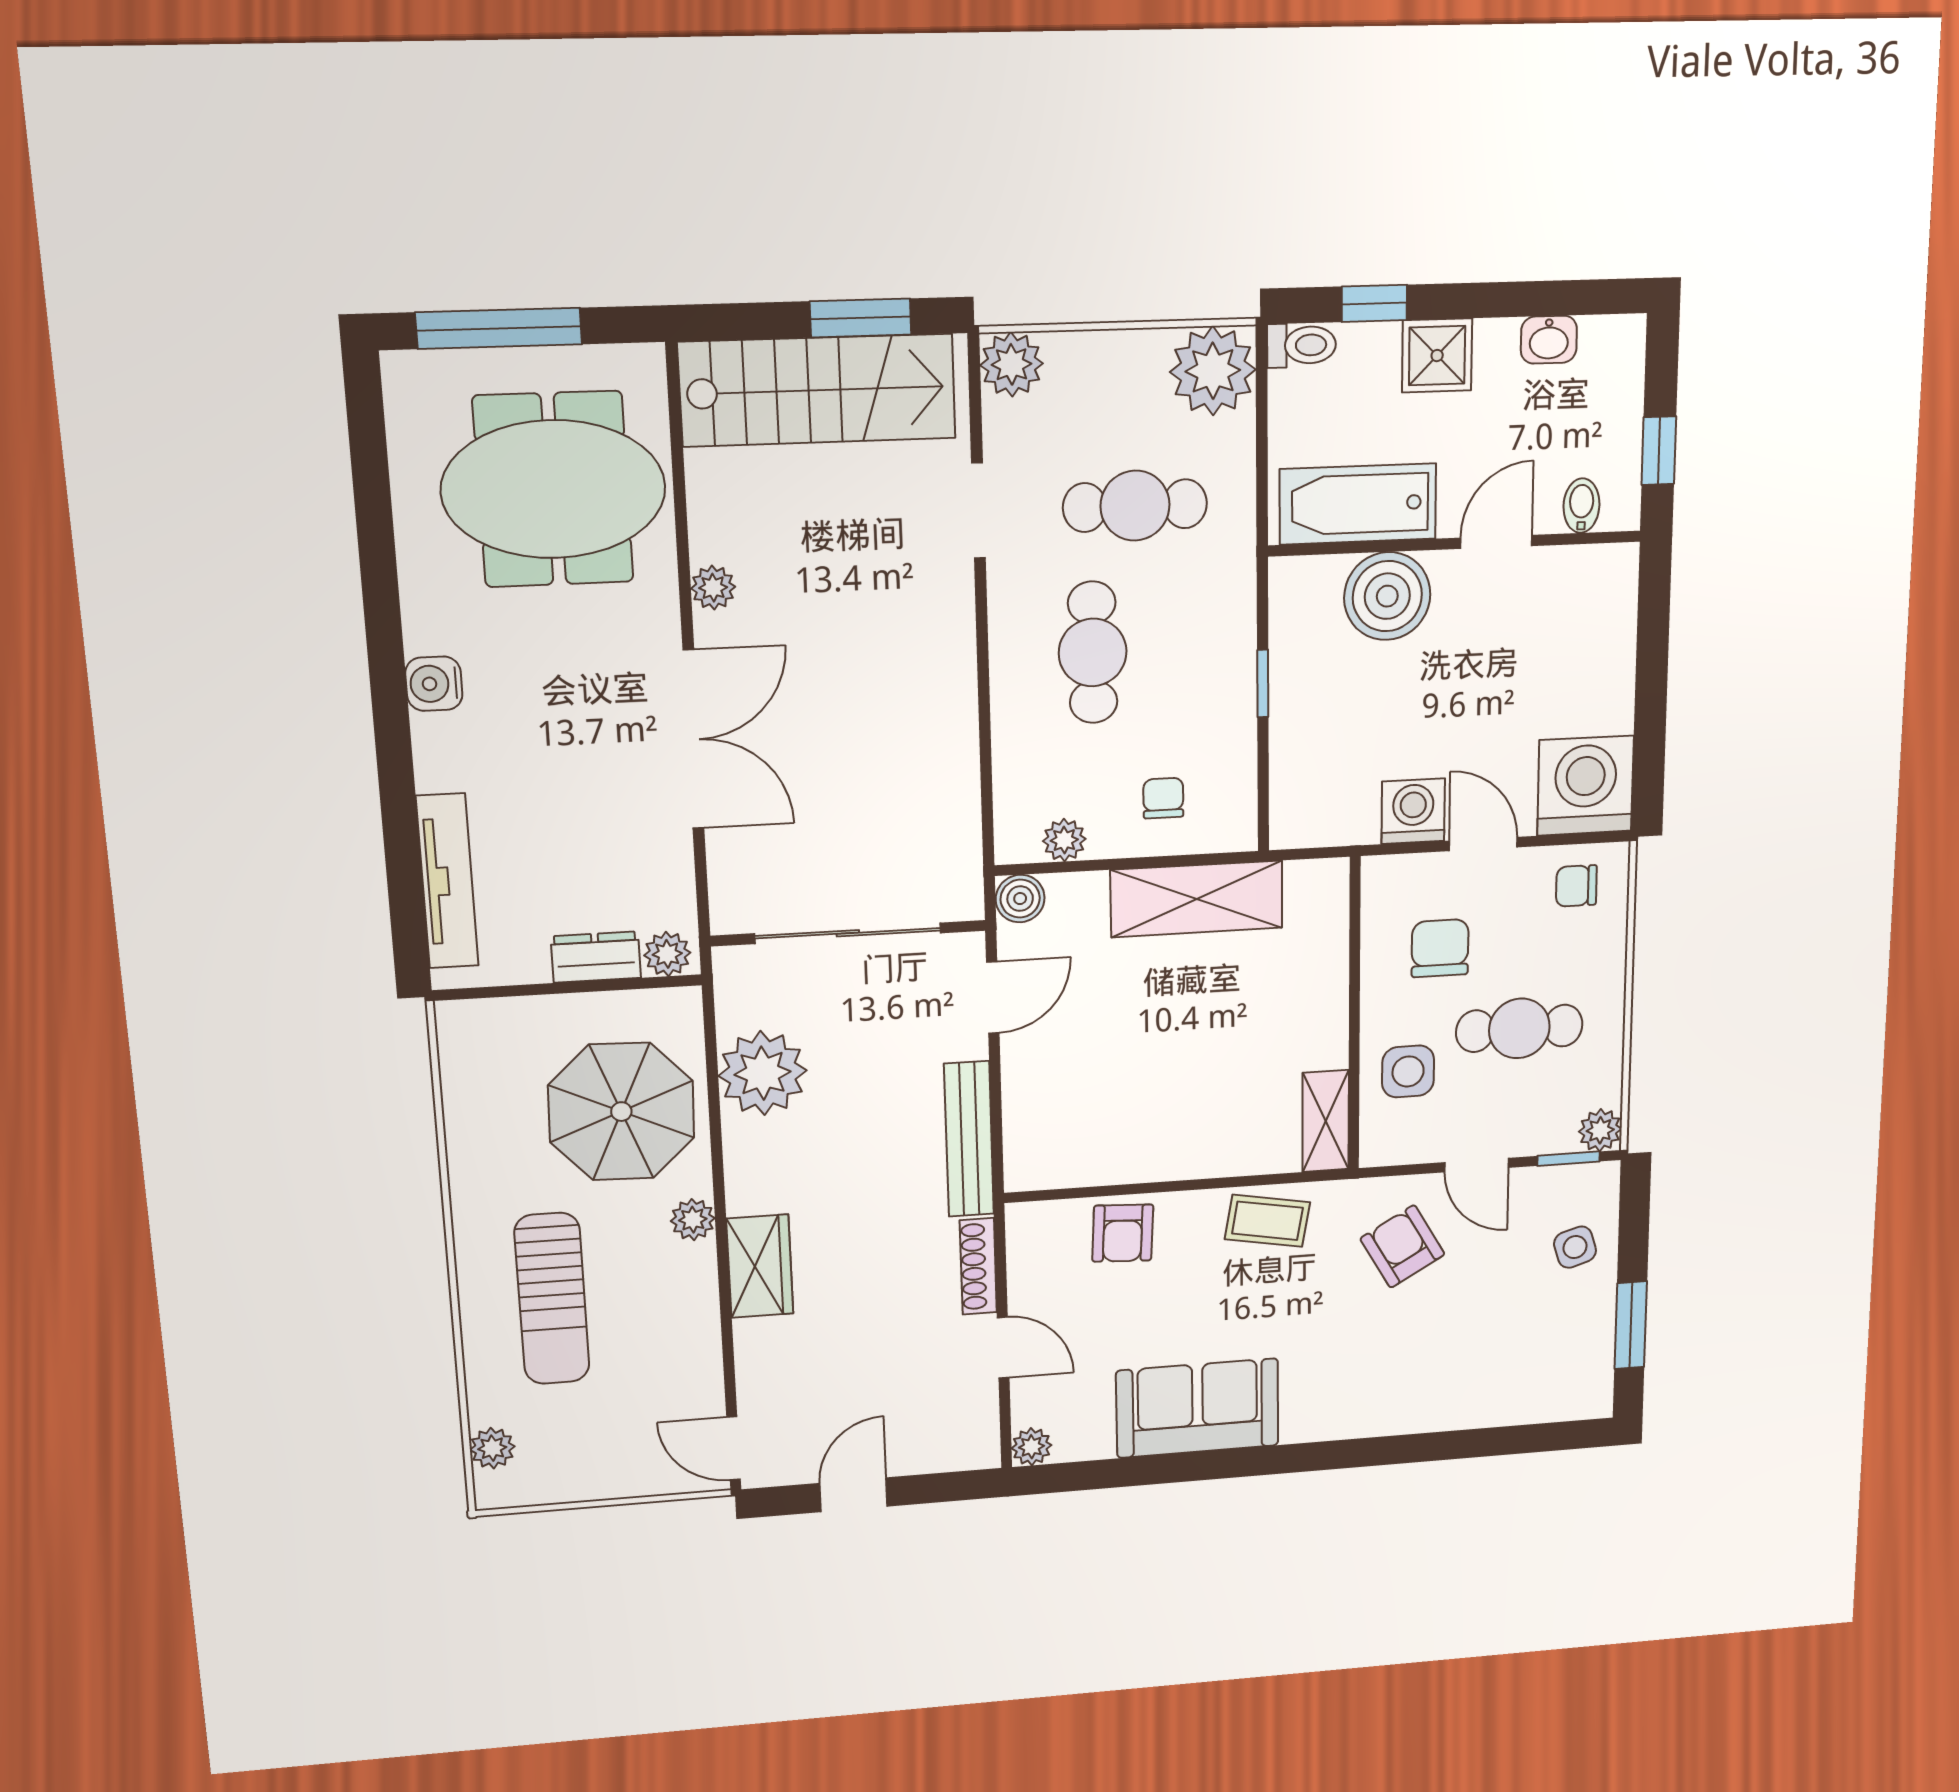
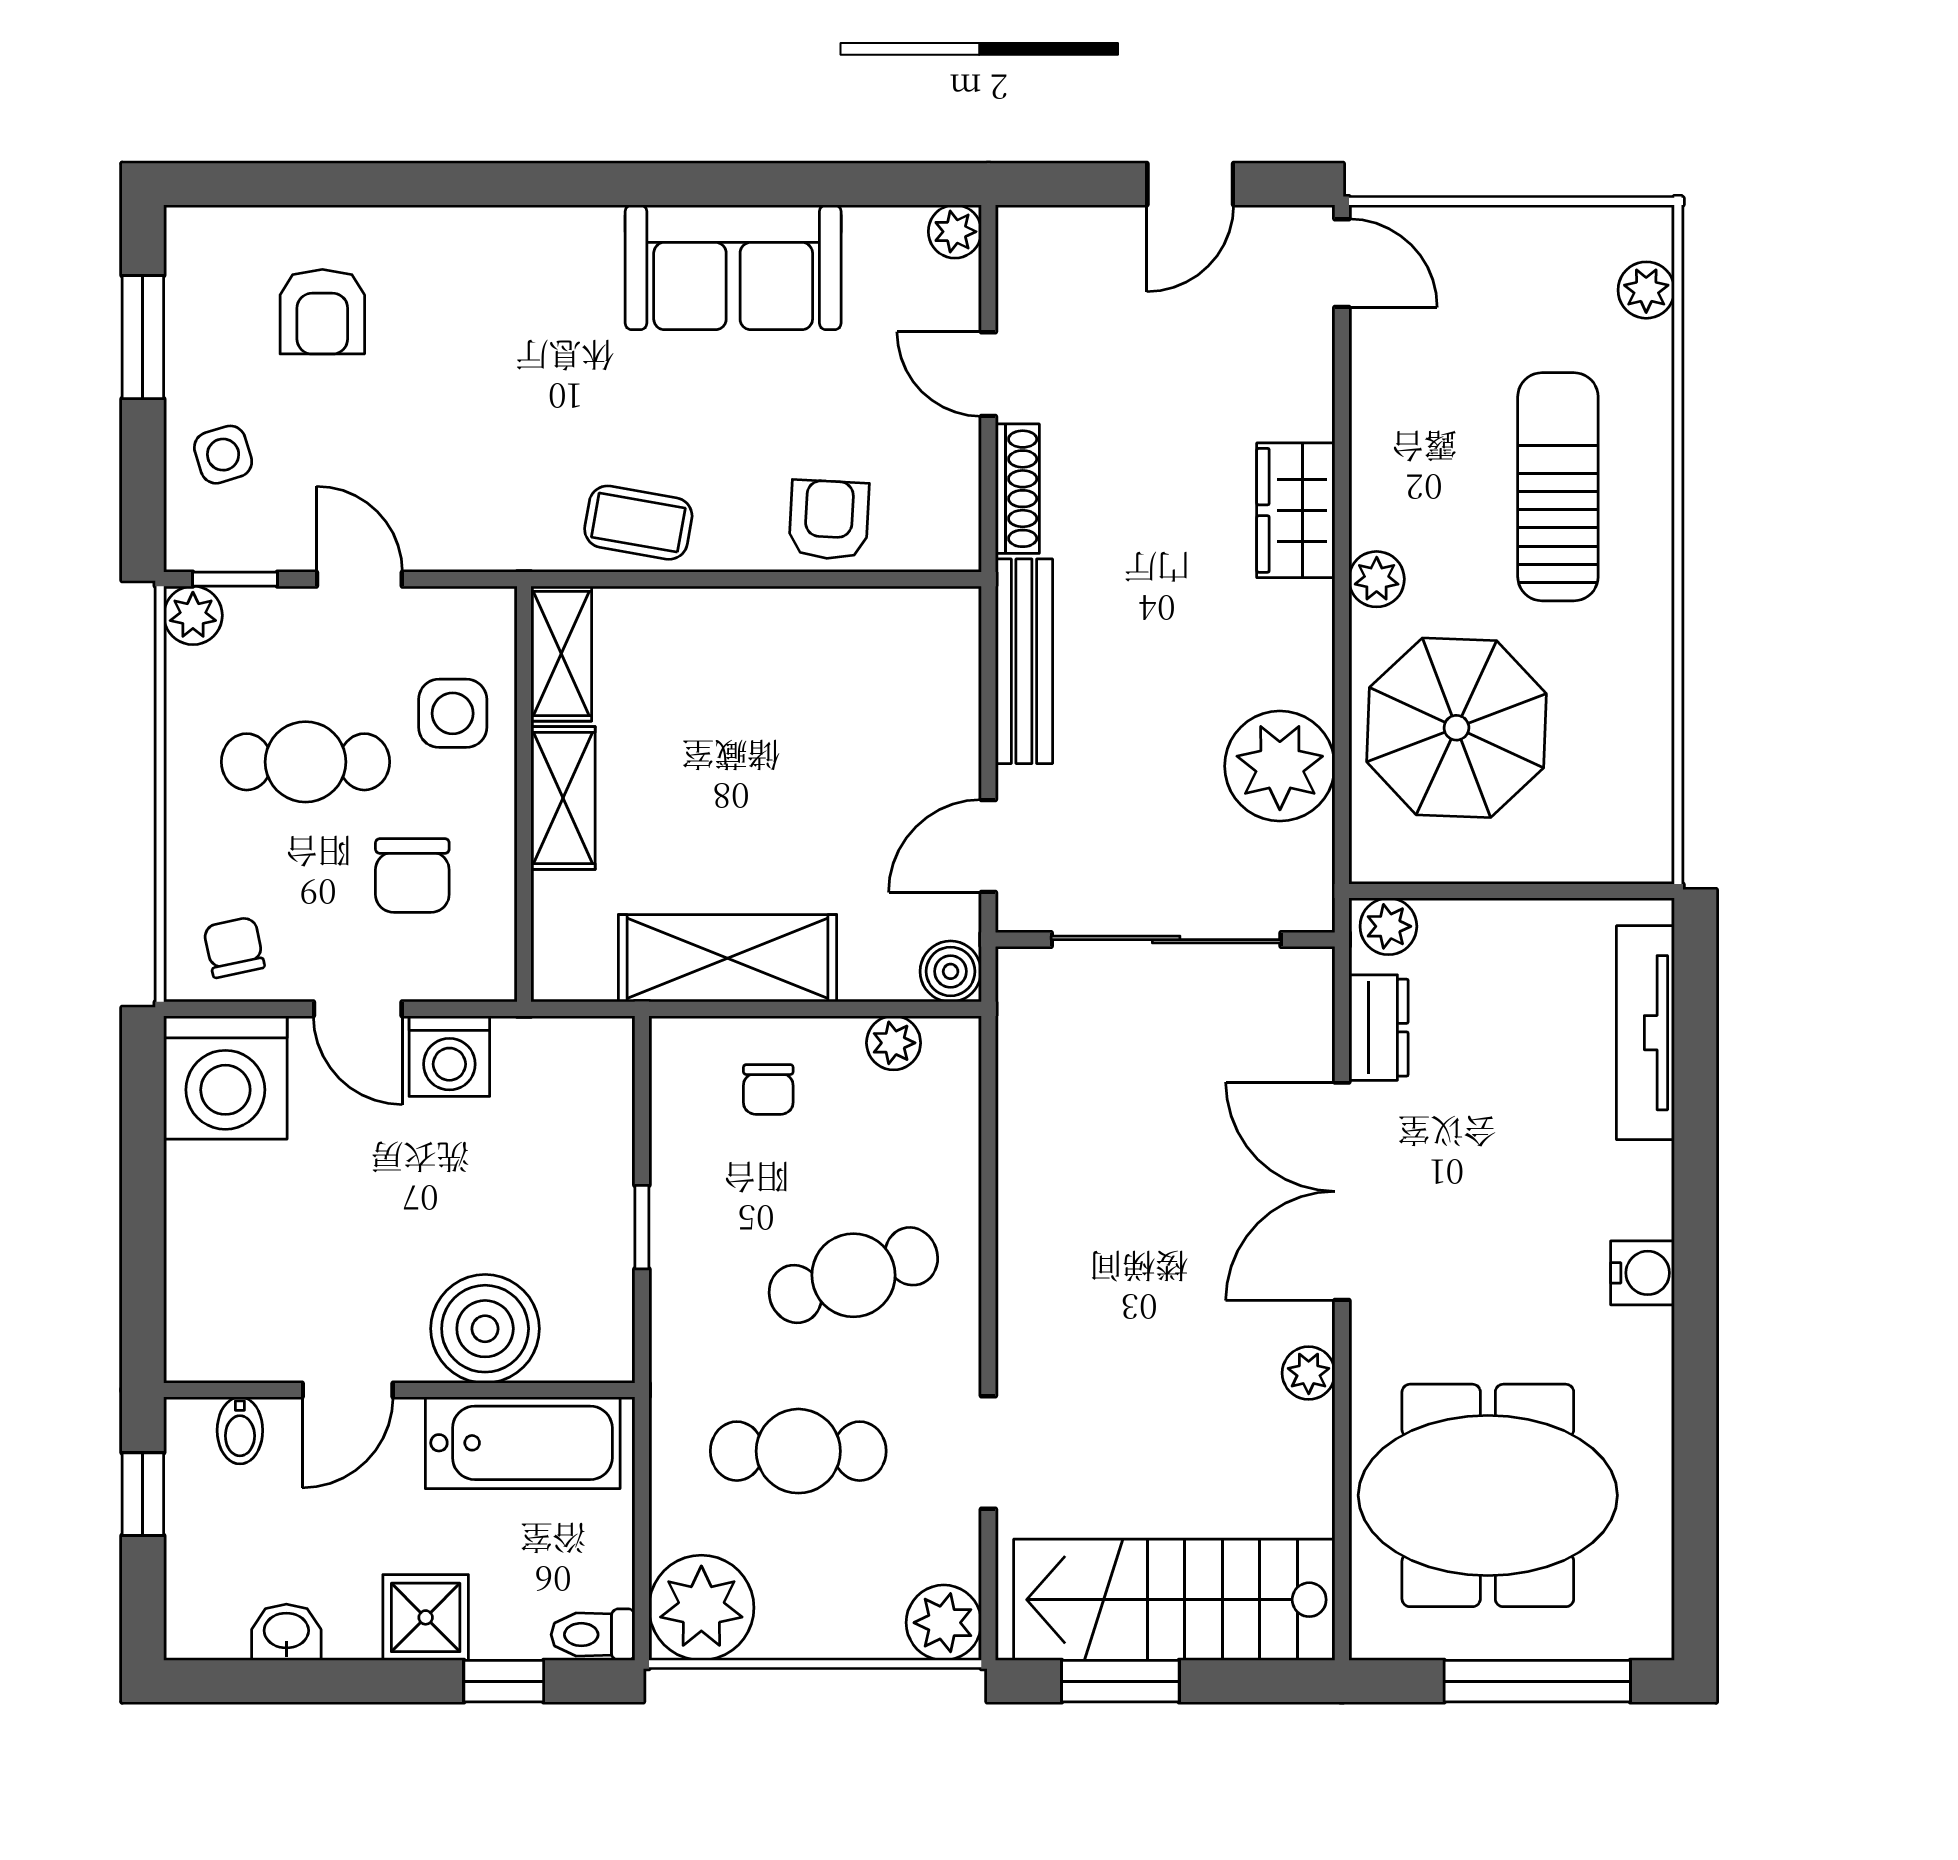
cafe table: (1093, 652) -> (853, 1275), turned 72
chair: (1576, 886) -> (234, 947), turned -102
dresser: (596, 957) -> (1378, 1028), moved, turned -90
shelving: (1324, 1014) -> (563, 798), added
armchair: (1402, 1246) -> (322, 312), moved, turned 30

